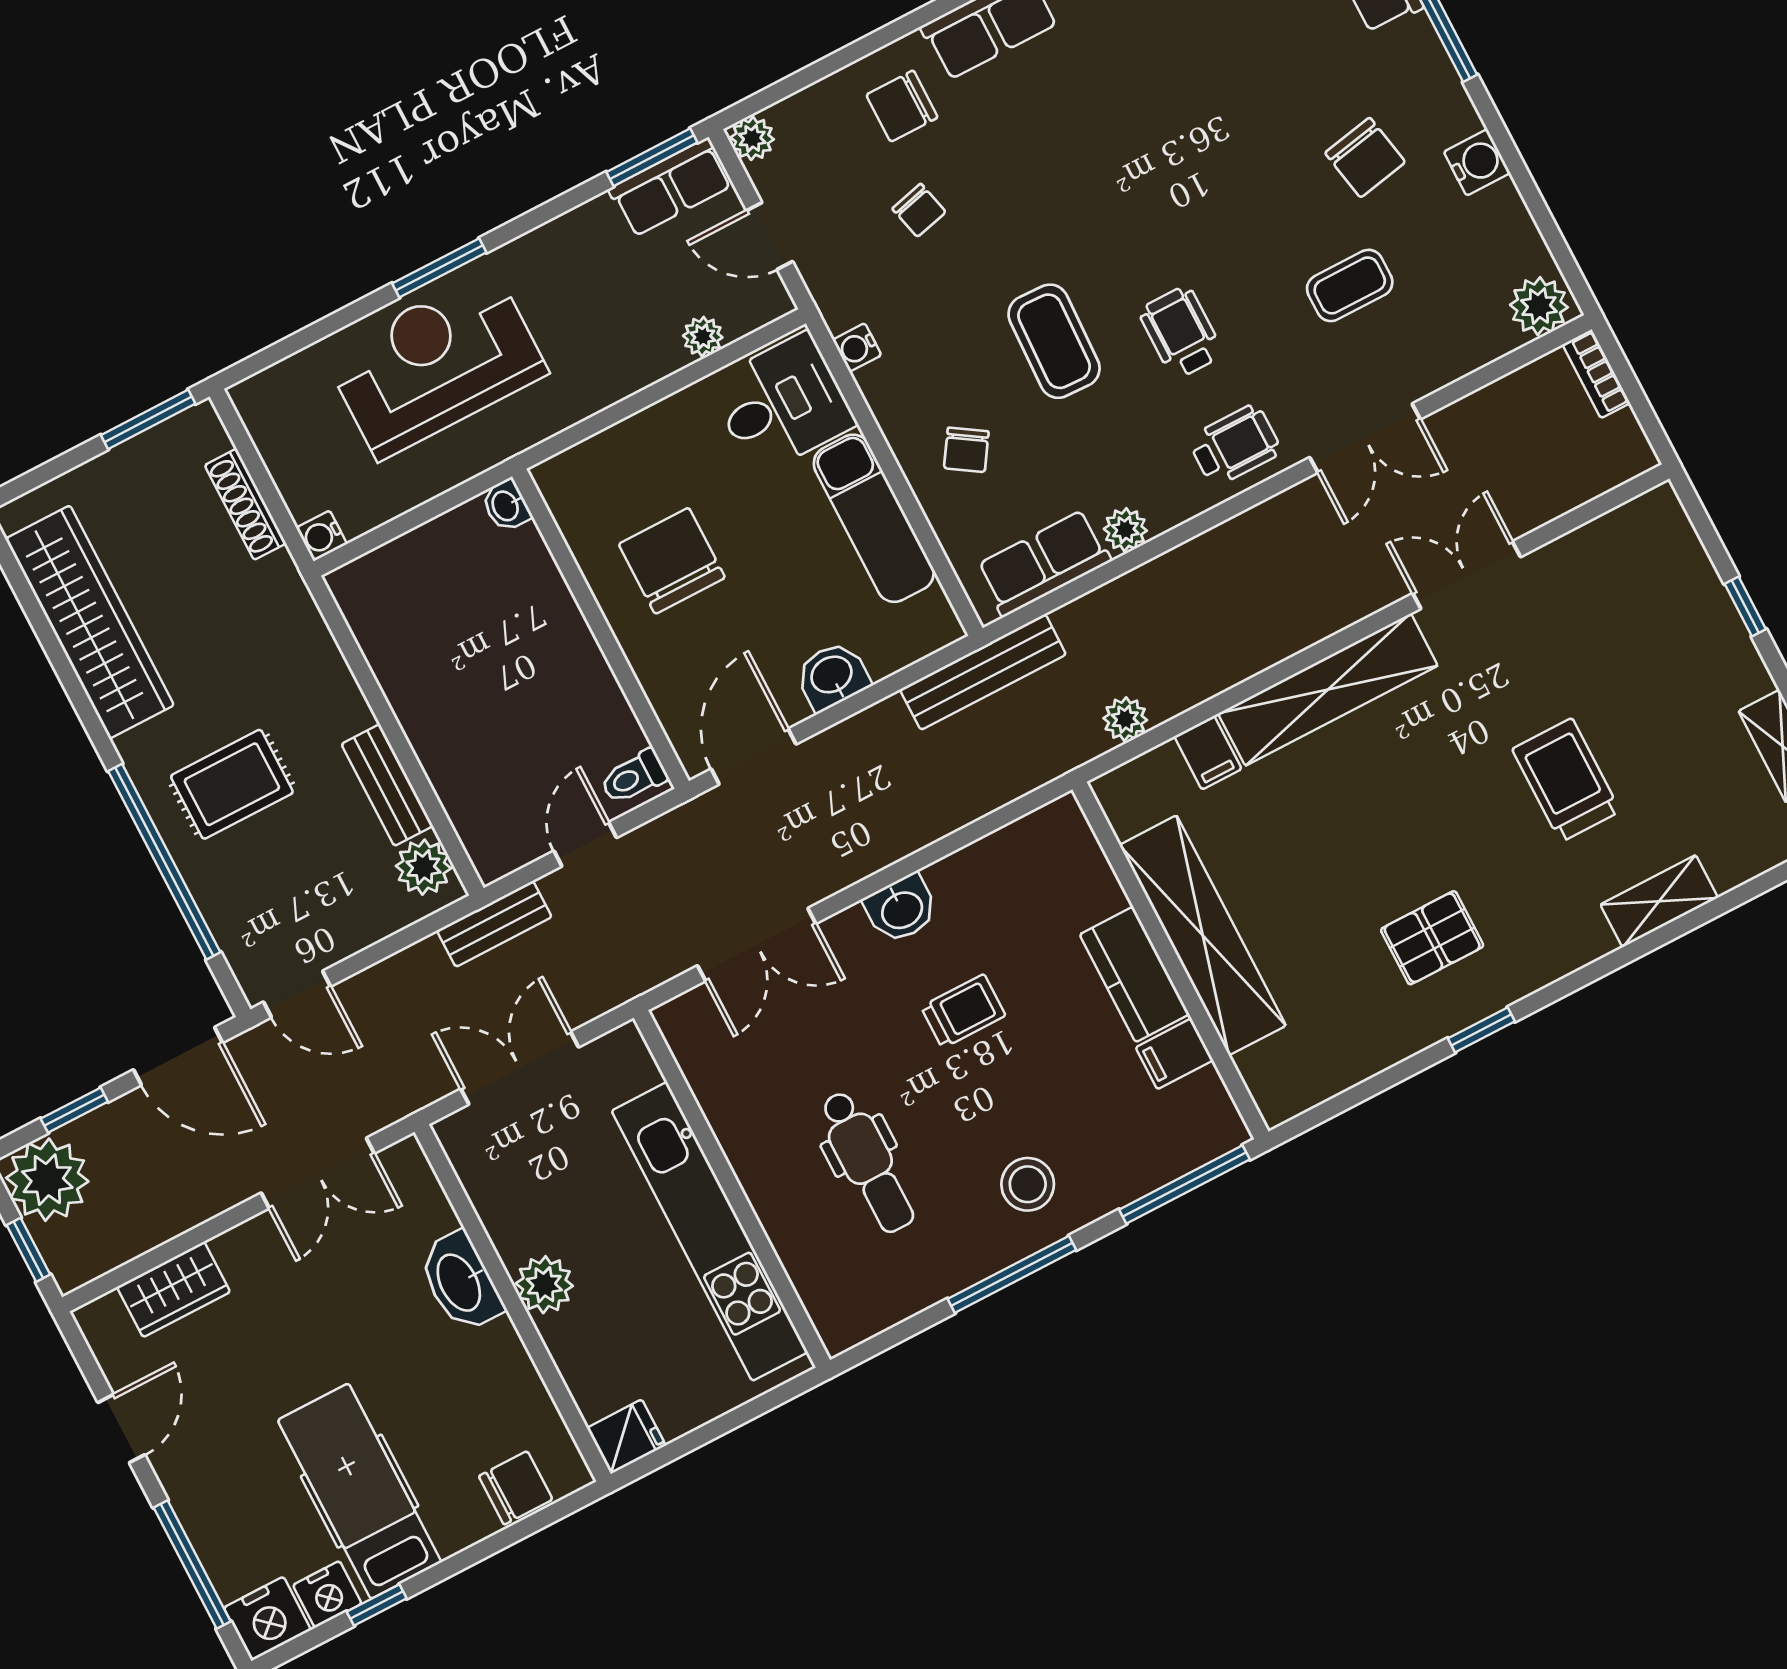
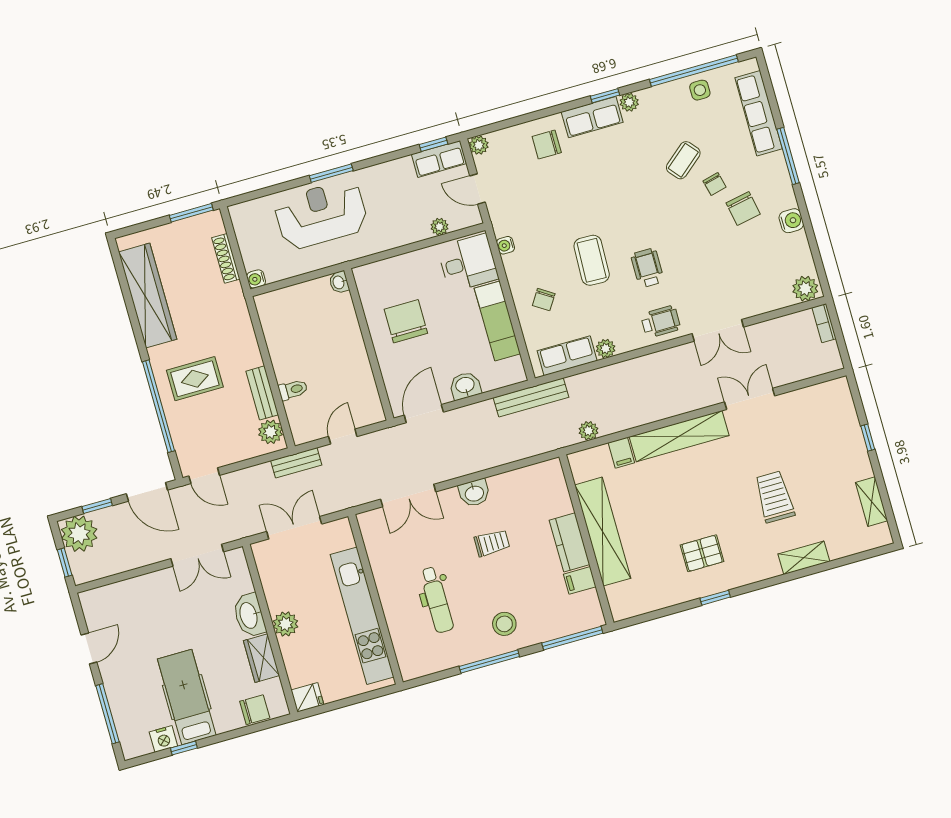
window: (652, 157) -> (434, 144), width x0.67
chair: (919, 210) -> (715, 184), moved
coffee table: (1350, 285) -> (683, 160), moved, turned -40
toilet: (634, 777) -> (293, 390), moved, turned 180
wardrobe: (174, 1289) -> (261, 658), moved, turned 90
nightstand: (267, 1619) -> (135, 744), removed

